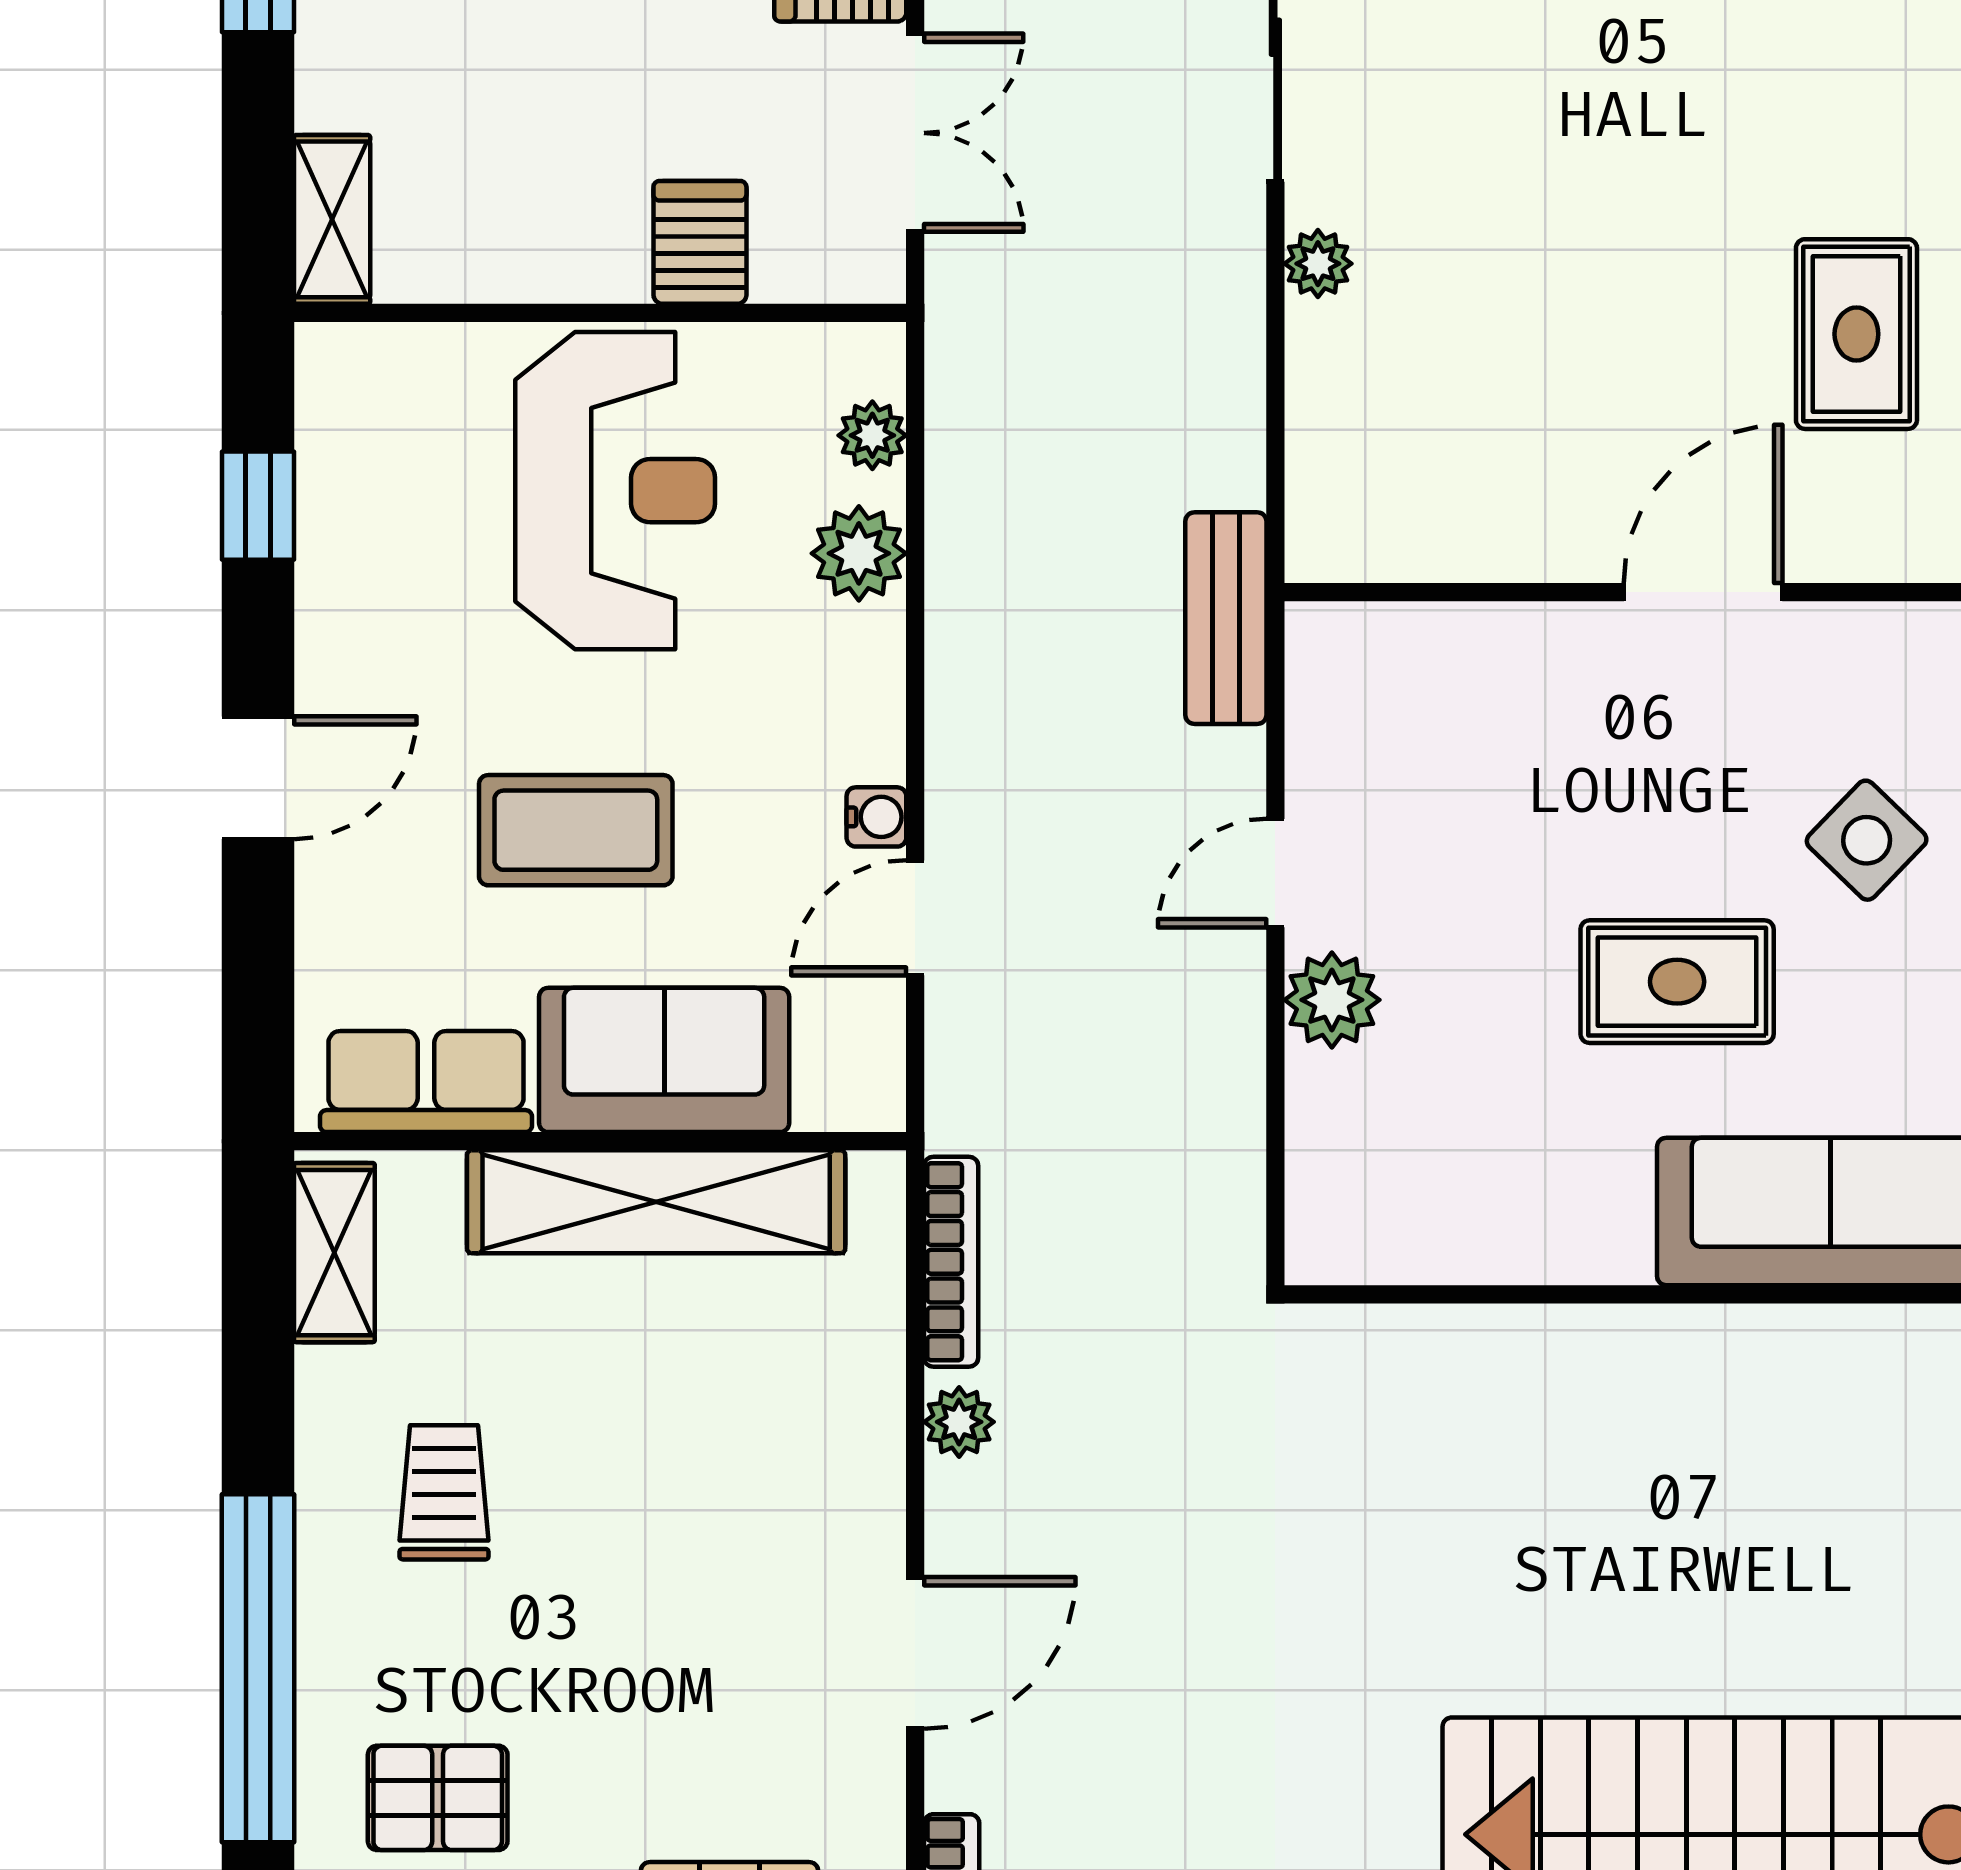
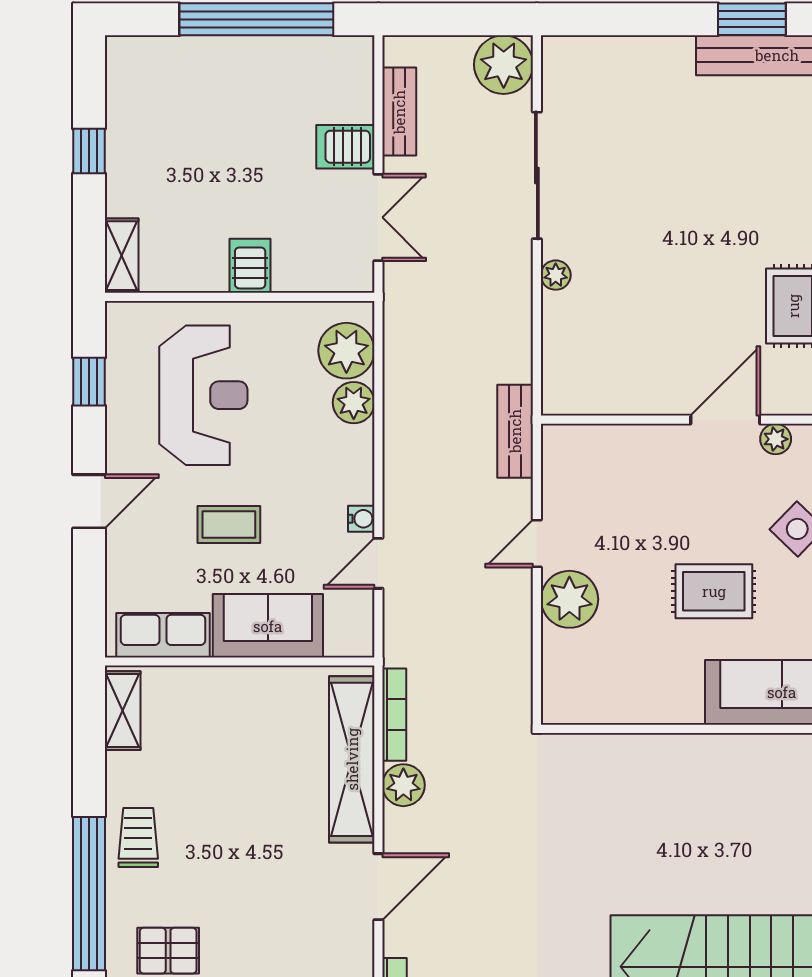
server rack: (700, 242) -> (250, 266), moved
plant: (872, 435) -> (346, 351), width x1.87, depth x1.87
reception desk: (615, 491) -> (203, 395), moved
plant: (1817, 636) -> (776, 439), added
coffee table: (576, 830) -> (229, 525), width x0.73, depth x0.77
plant: (1332, 1000) -> (569, 599), width x1.36, depth x1.36
shelving: (656, 1202) -> (352, 759), moved, turned 90
plant: (959, 1422) -> (403, 785), width x1.38, depth x1.38
trolley: (444, 1492) -> (138, 837), moved

